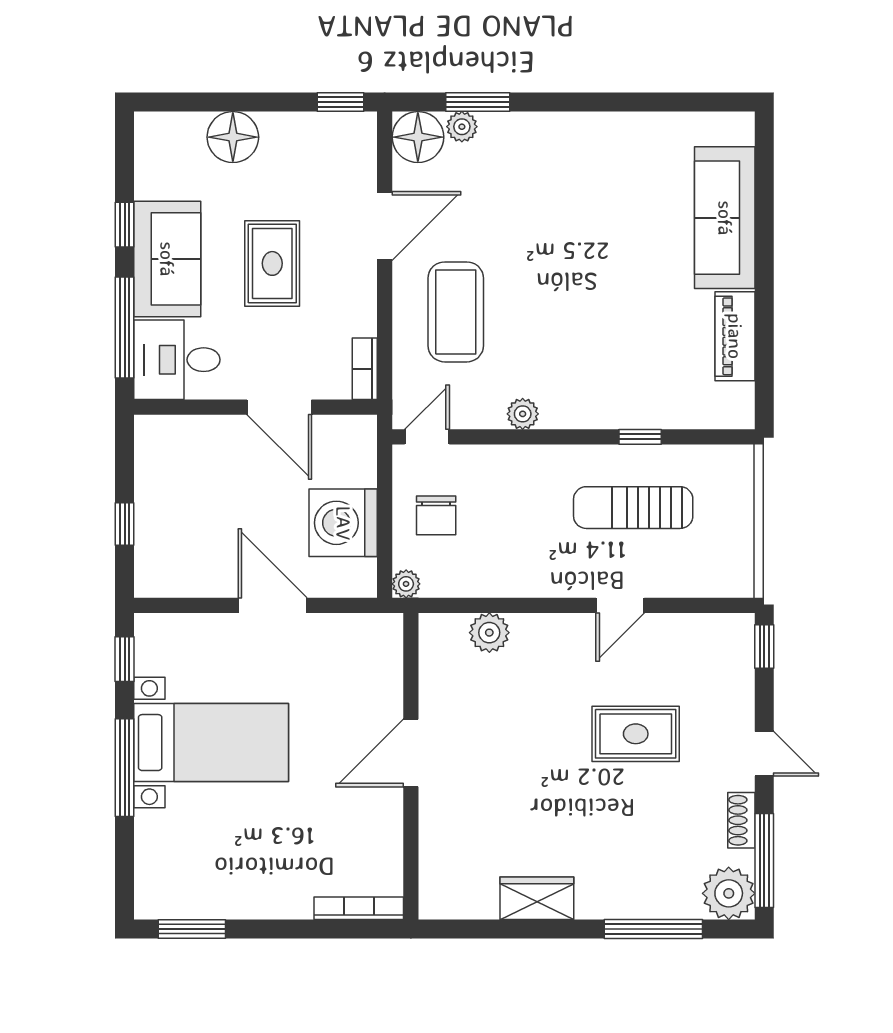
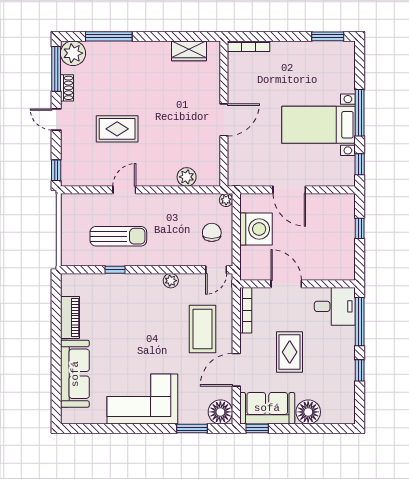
plant: (462, 127) -> (200, 417), removed
corner sofa: (582, 164) -> (142, 399), added
sofa: (167, 259) -> (267, 408), moved, turned 90
bookcase: (365, 369) -> (246, 310), width x1.56
wardrobe: (537, 898) -> (189, 51), moved

